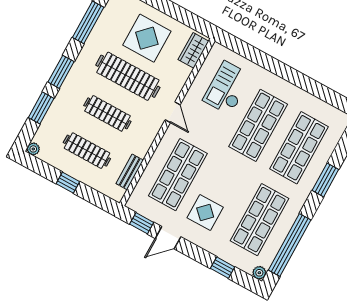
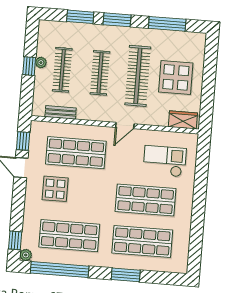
plant: (33, 149) -> (41, 63), moved
window: (223, 268) -> (15, 240), moved

